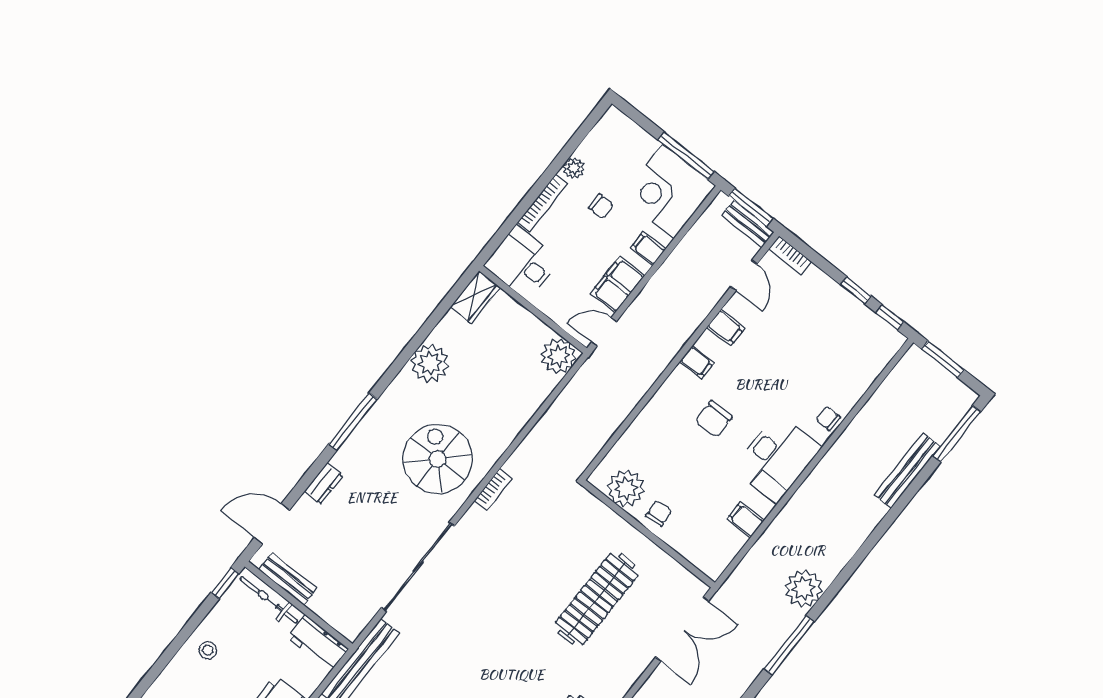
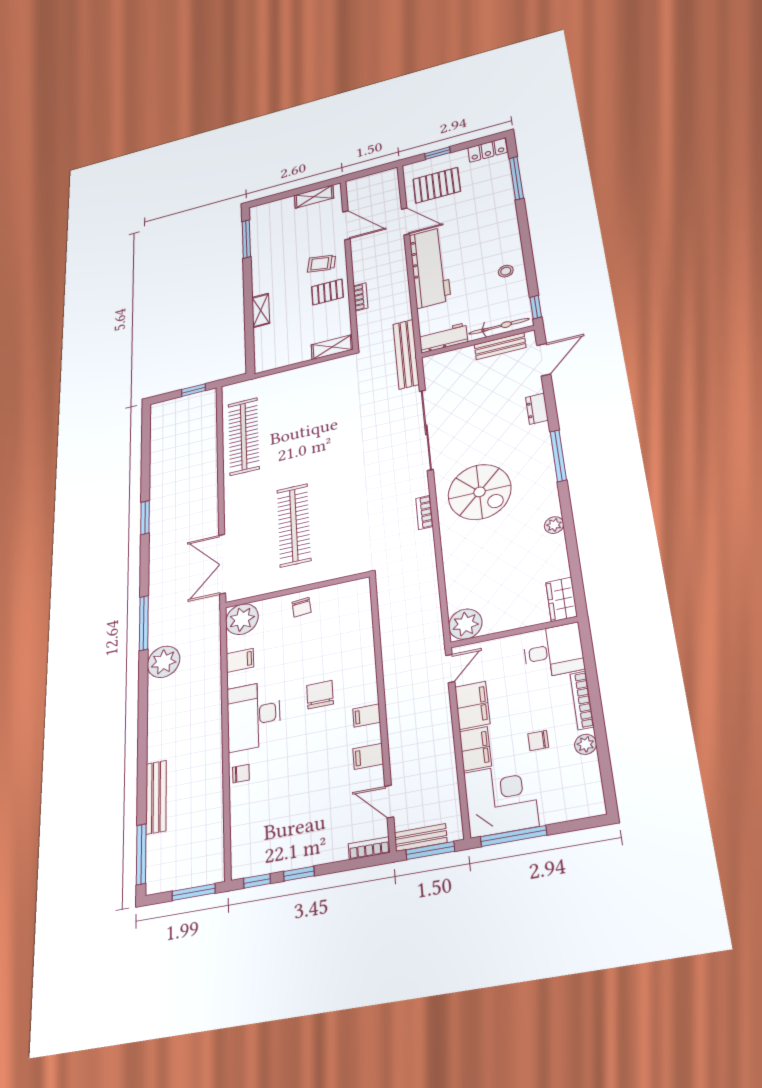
filing cabinet: (648, 249) -> (475, 749), width x2.00
plant: (430, 363) -> (554, 525), width x0.53, depth x0.53
plant: (626, 488) -> (242, 619), moved

